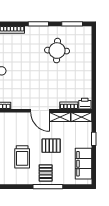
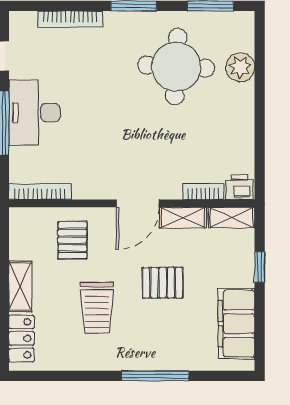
round table: (57, 51) -> (176, 67), width x1.36, depth x1.36
plant: (85, 51) -> (240, 67), added
door: (40, 111) -> (138, 203), hinge flipped
pallet: (46, 173) -> (72, 240), moved

